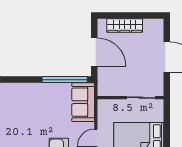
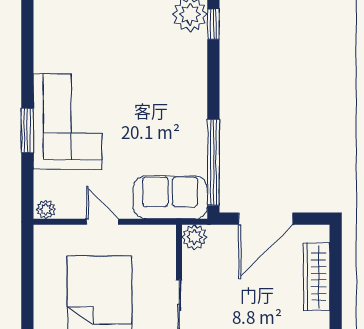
plant: (104, 89) -> (194, 237), added

